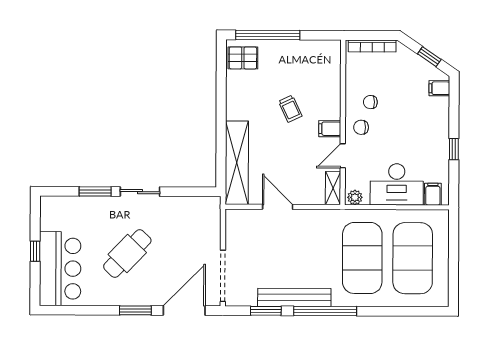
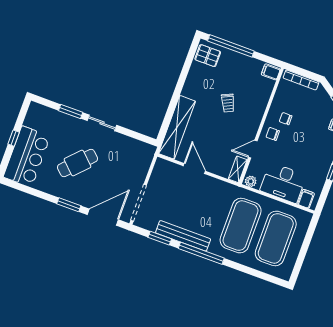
filing cabinet: (330, 129) -> (271, 72), moved

